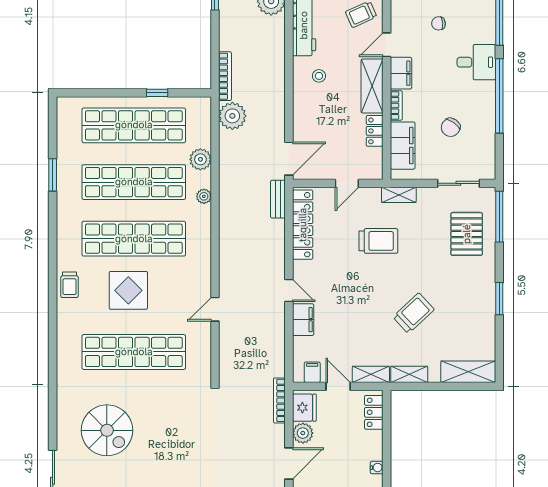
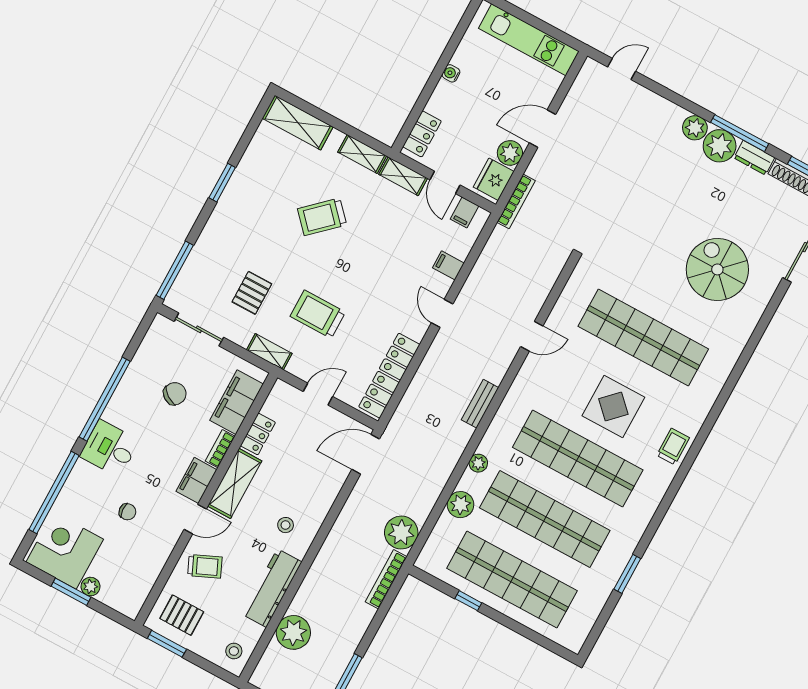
bench: (278, 199) -> (480, 404), moved
pallet: (467, 234) -> (252, 293), moved, width x0.67, depth x0.71
filing cabinet: (303, 320) -> (448, 265), width x0.50

